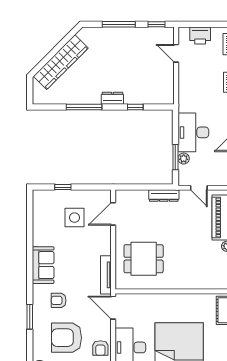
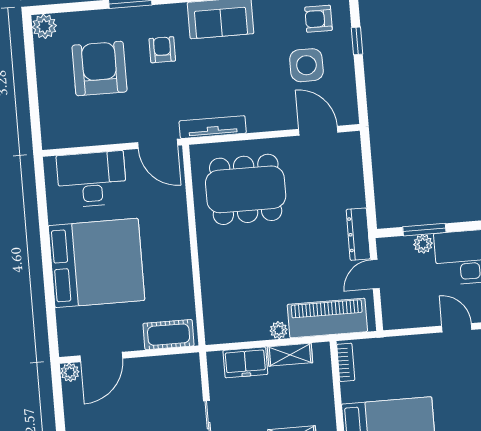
dresser: (164, 196) -> (358, 234), moved
dining table: (144, 259) -> (246, 189), width x1.38
door: (113, 308) -> (158, 144), swing flipped
armchair: (100, 348) -> (318, 19), moved

